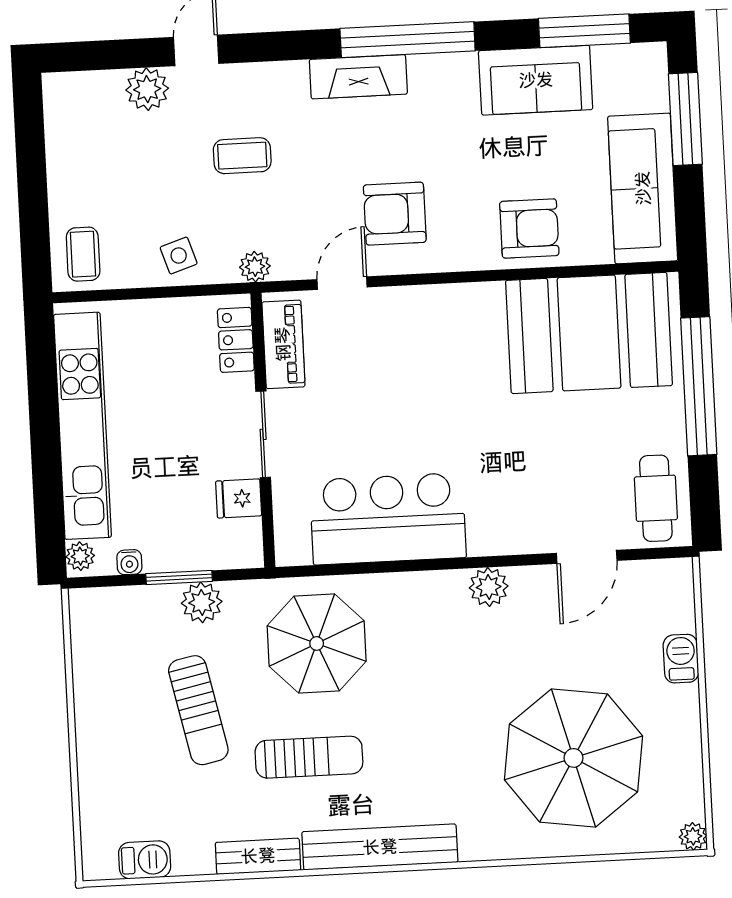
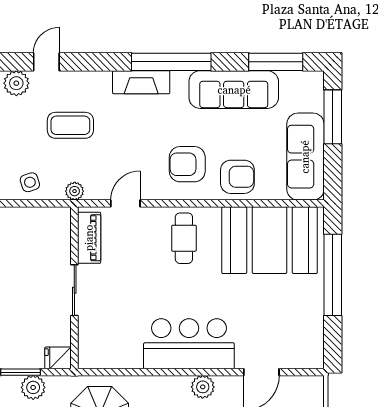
sofa: (536, 80) -> (234, 90), width x1.36
coffee table: (242, 156) -> (70, 125), width x1.36, depth x1.30
armchair: (395, 214) -> (187, 164), moved
locker: (236, 340) -> (61, 234), removed
fridge: (239, 498) -> (58, 358), moved
cafe table: (656, 498) -> (184, 238), moved
bar counter: (388, 519) -> (189, 344), moved

